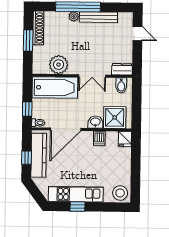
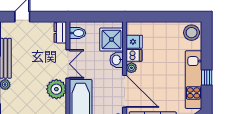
plant: (59, 65) -> (56, 89), moved
plant: (88, 136) -> (131, 68), added
fridge: (125, 139) -> (134, 42), moved

